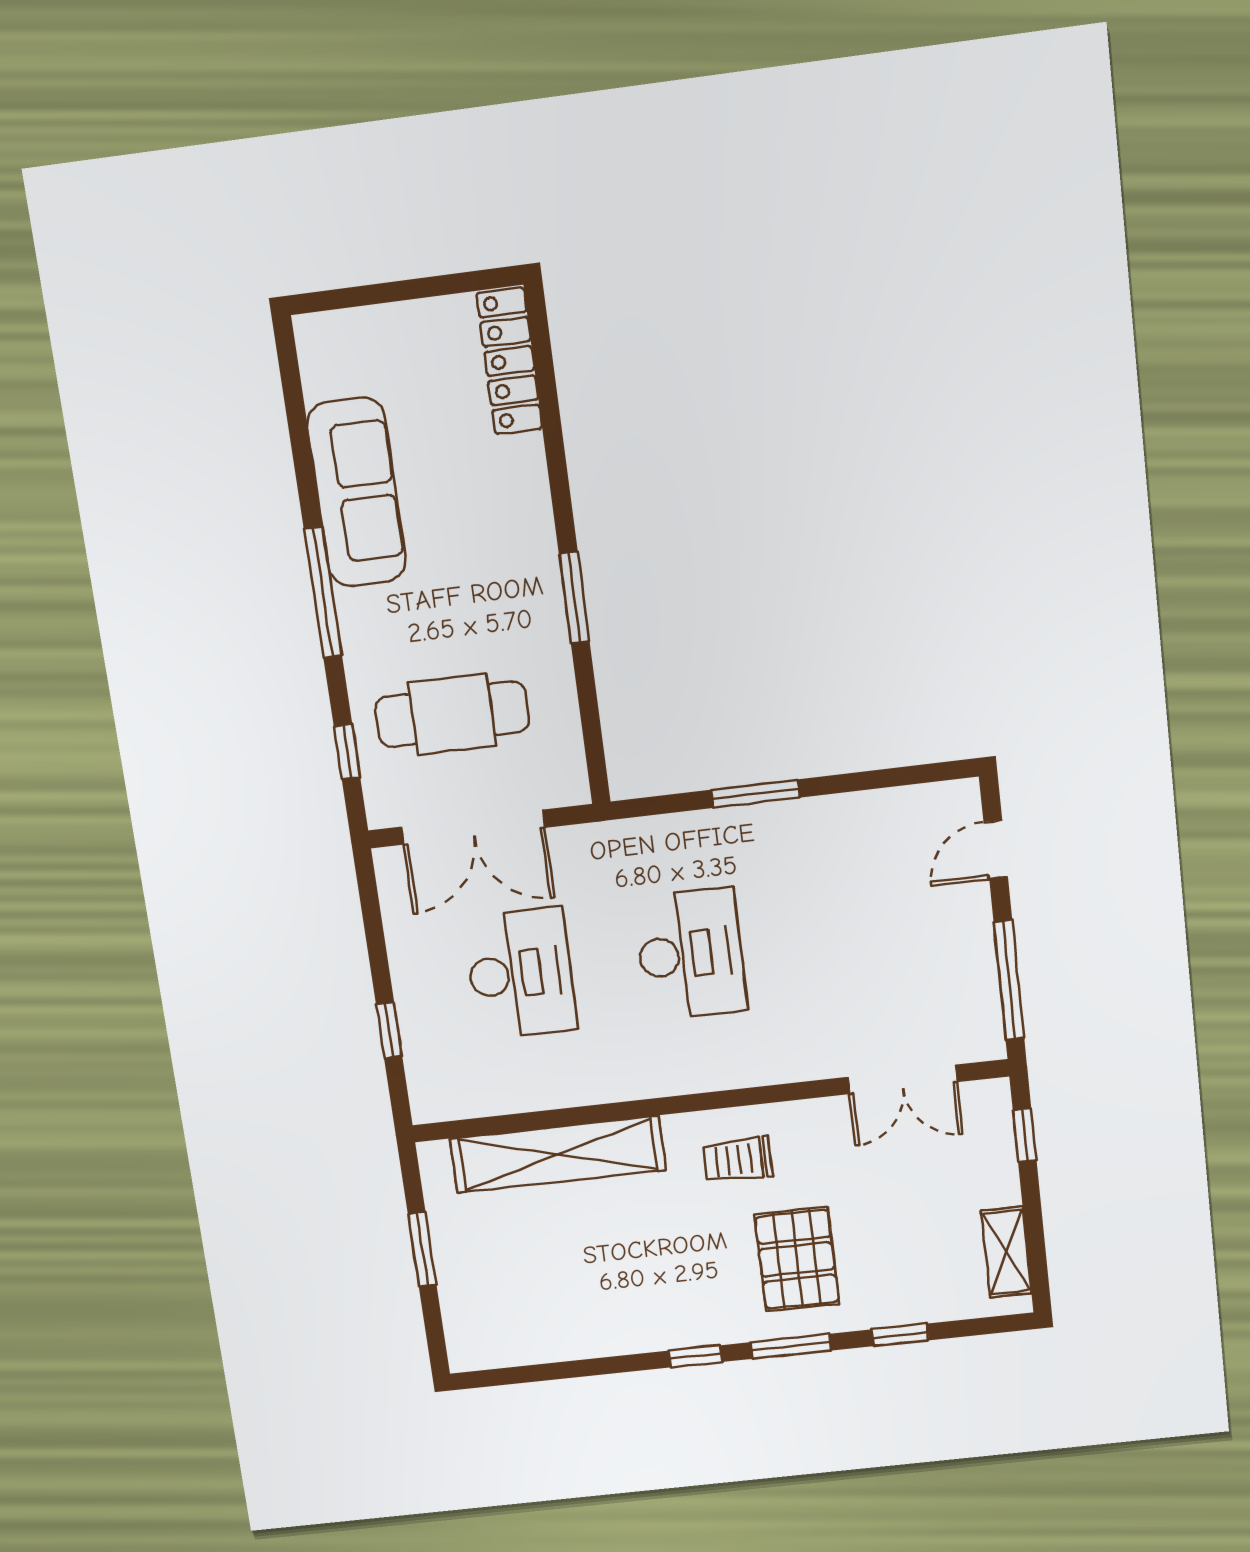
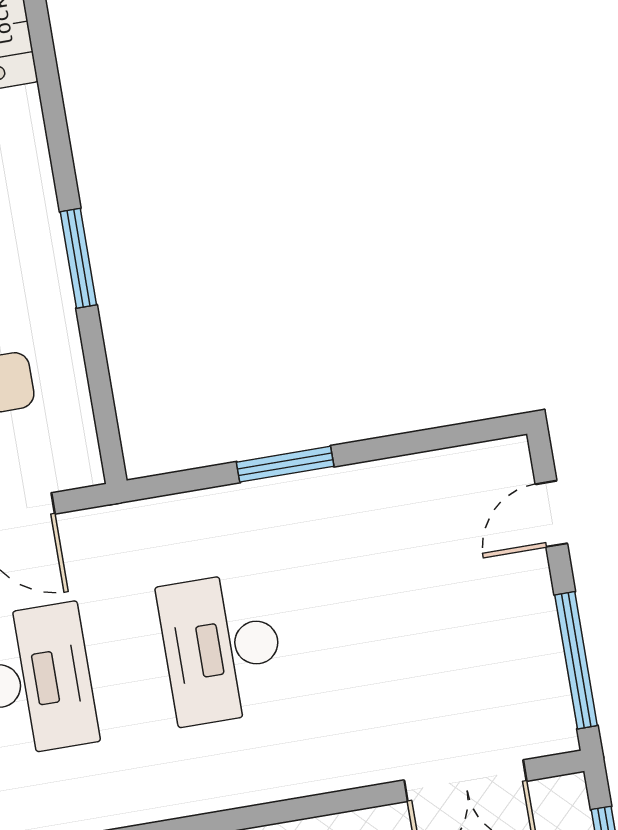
desk: (690, 954) -> (222, 648), turned 180

